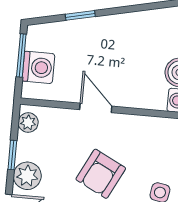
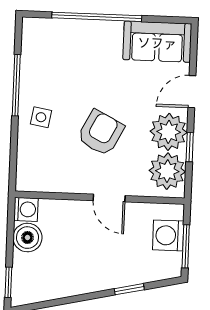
plant: (28, 123) -> (167, 171), width x1.87, depth x1.87
plant: (27, 176) -> (169, 132), width x1.36, depth x1.36

